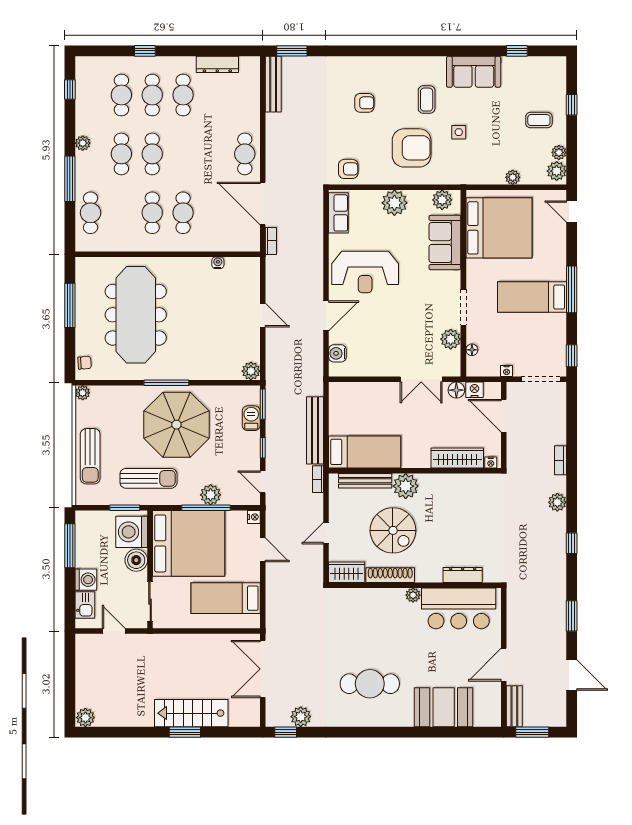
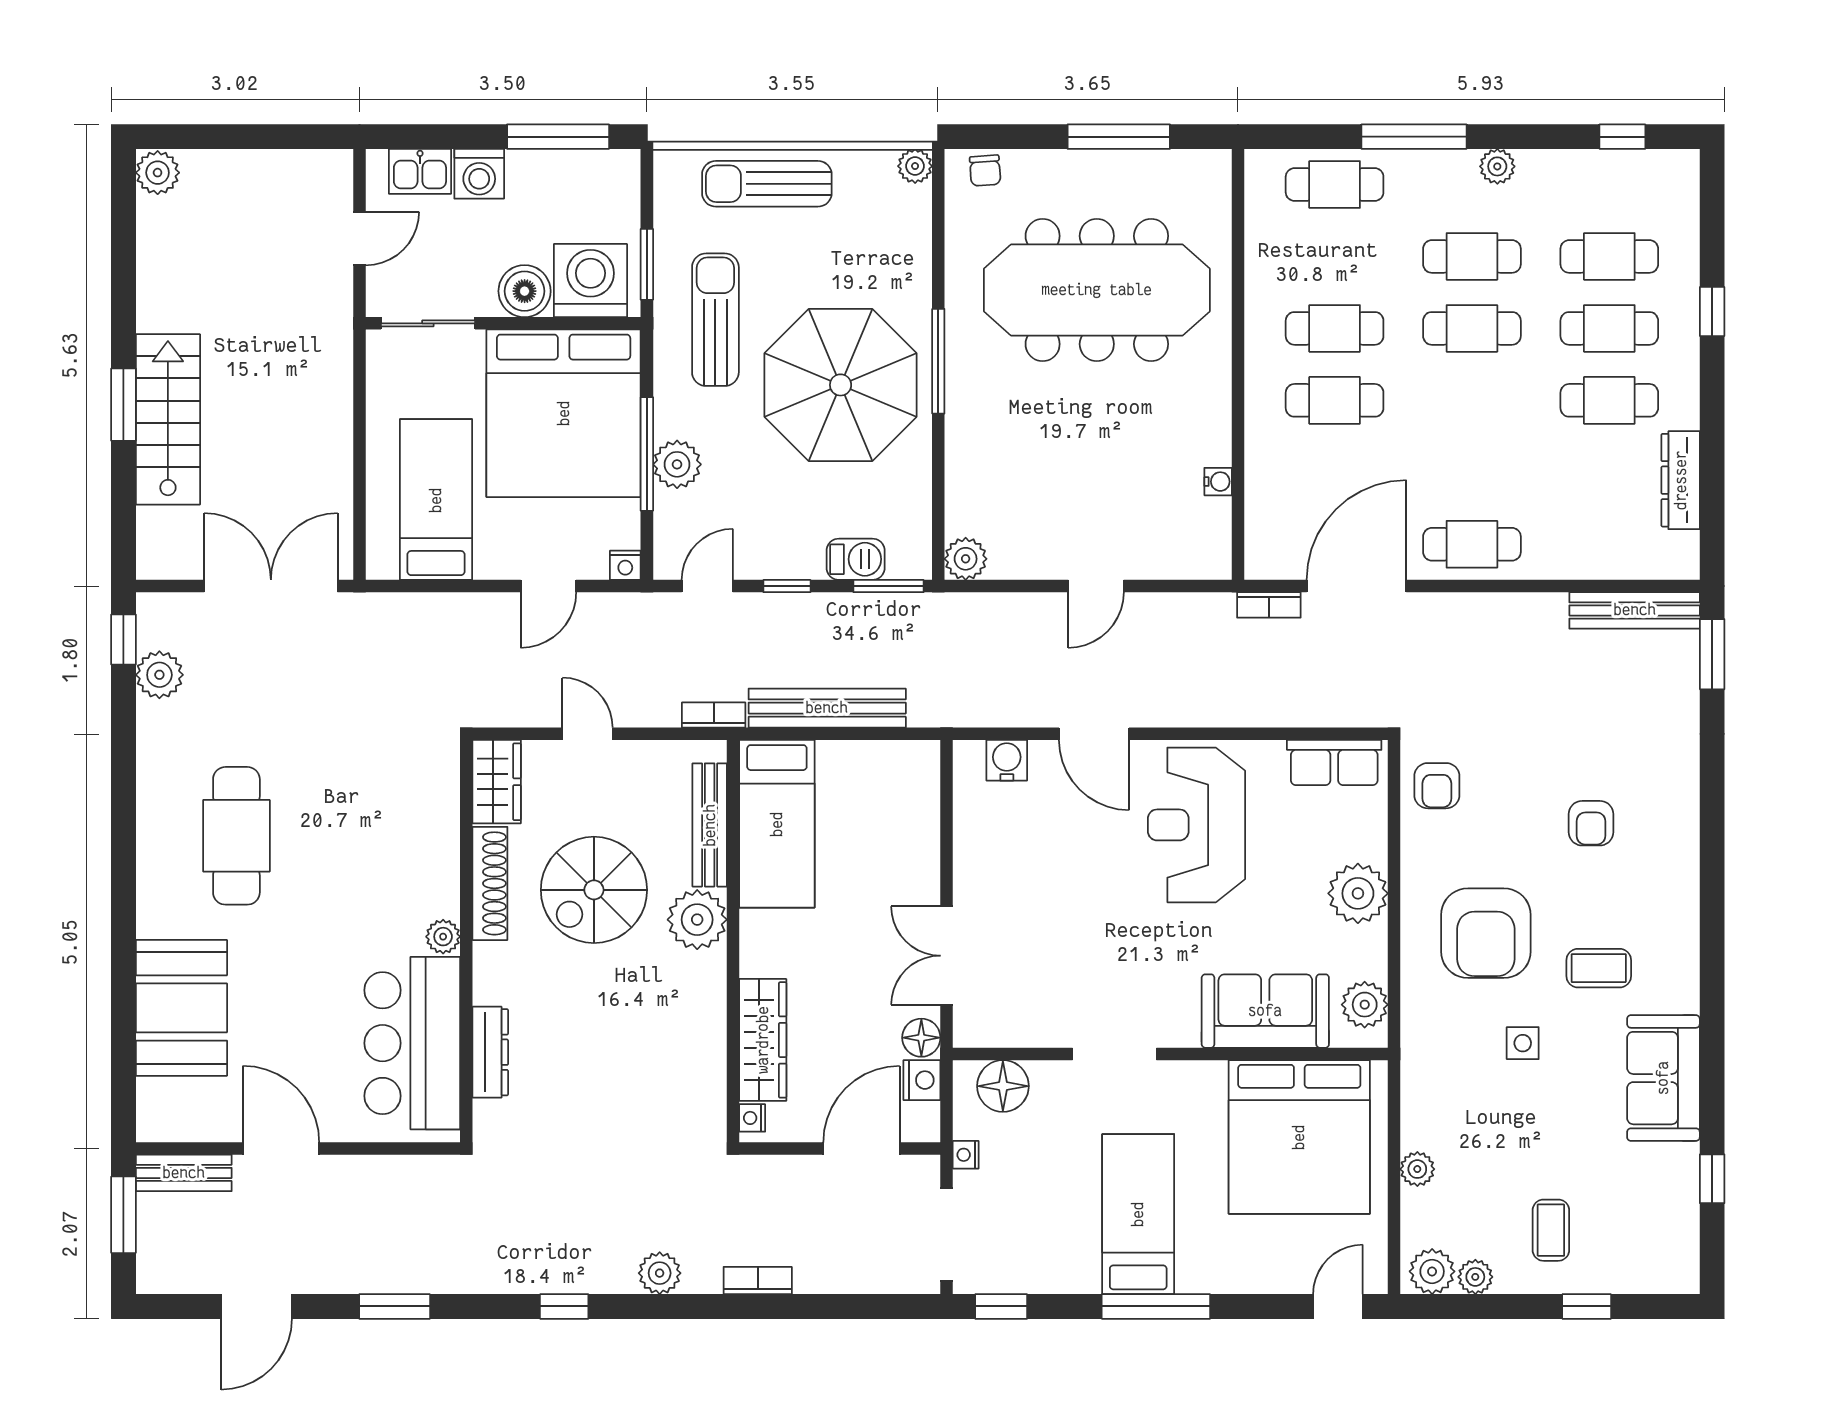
plant: (451, 339) -> (1040, 1024), removed
floor lamp: (472, 350) -> (1003, 1086), width x1.89, depth x1.89
sun lounger: (148, 478) -> (715, 320), turned 180

